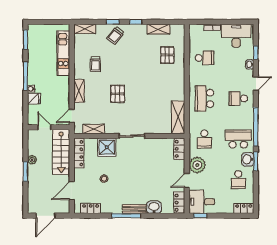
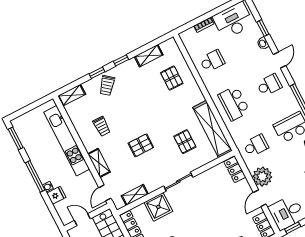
kitchen unit: (63, 53) -> (67, 141), width x1.36
pallet: (118, 94) -> (141, 145), turned 90
school desk: (238, 98) -> (269, 85), turned 180
pallet: (152, 108) -> (185, 142), added
shelving: (178, 117) -> (212, 129), width x1.47
school desk: (204, 139) -> (256, 146), turned -90

